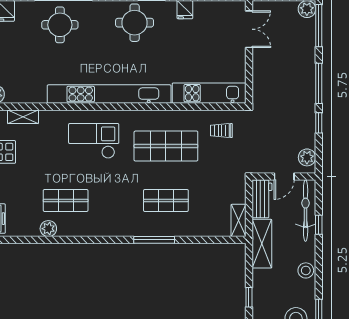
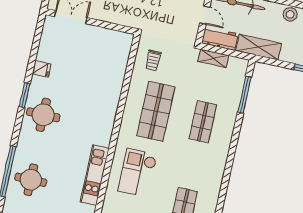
kitchen unit: (209, 93) -> (118, 64), removed
kitchen unit: (109, 94) -> (95, 175), width x0.54
shelving: (238, 220) -> (213, 58), moved
window: (154, 240) -> (245, 95), moved

